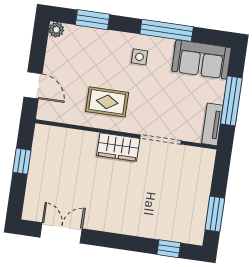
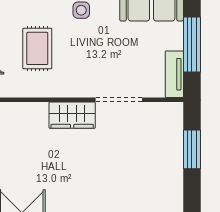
rug: (107, 102) -> (37, 48), moved, turned 90
window: (215, 214) -> (192, 149), moved

